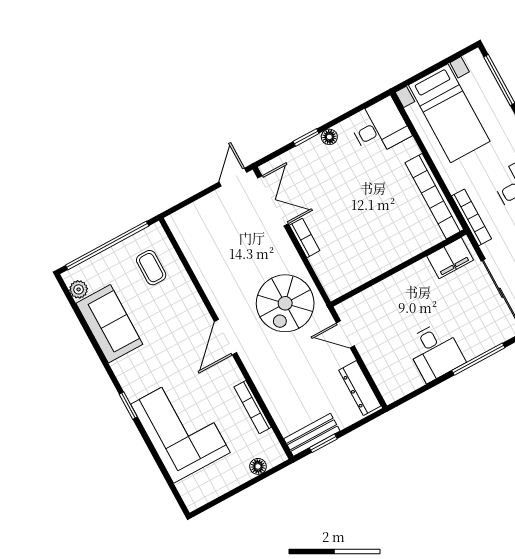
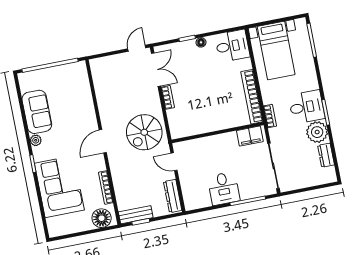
bookcase: (472, 217) -> (270, 116), width x0.64
coffee table: (151, 268) -> (72, 86), removed
plant: (79, 289) -> (36, 140), moved
floor lamp: (258, 466) -> (102, 218), width x1.89, depth x1.89

